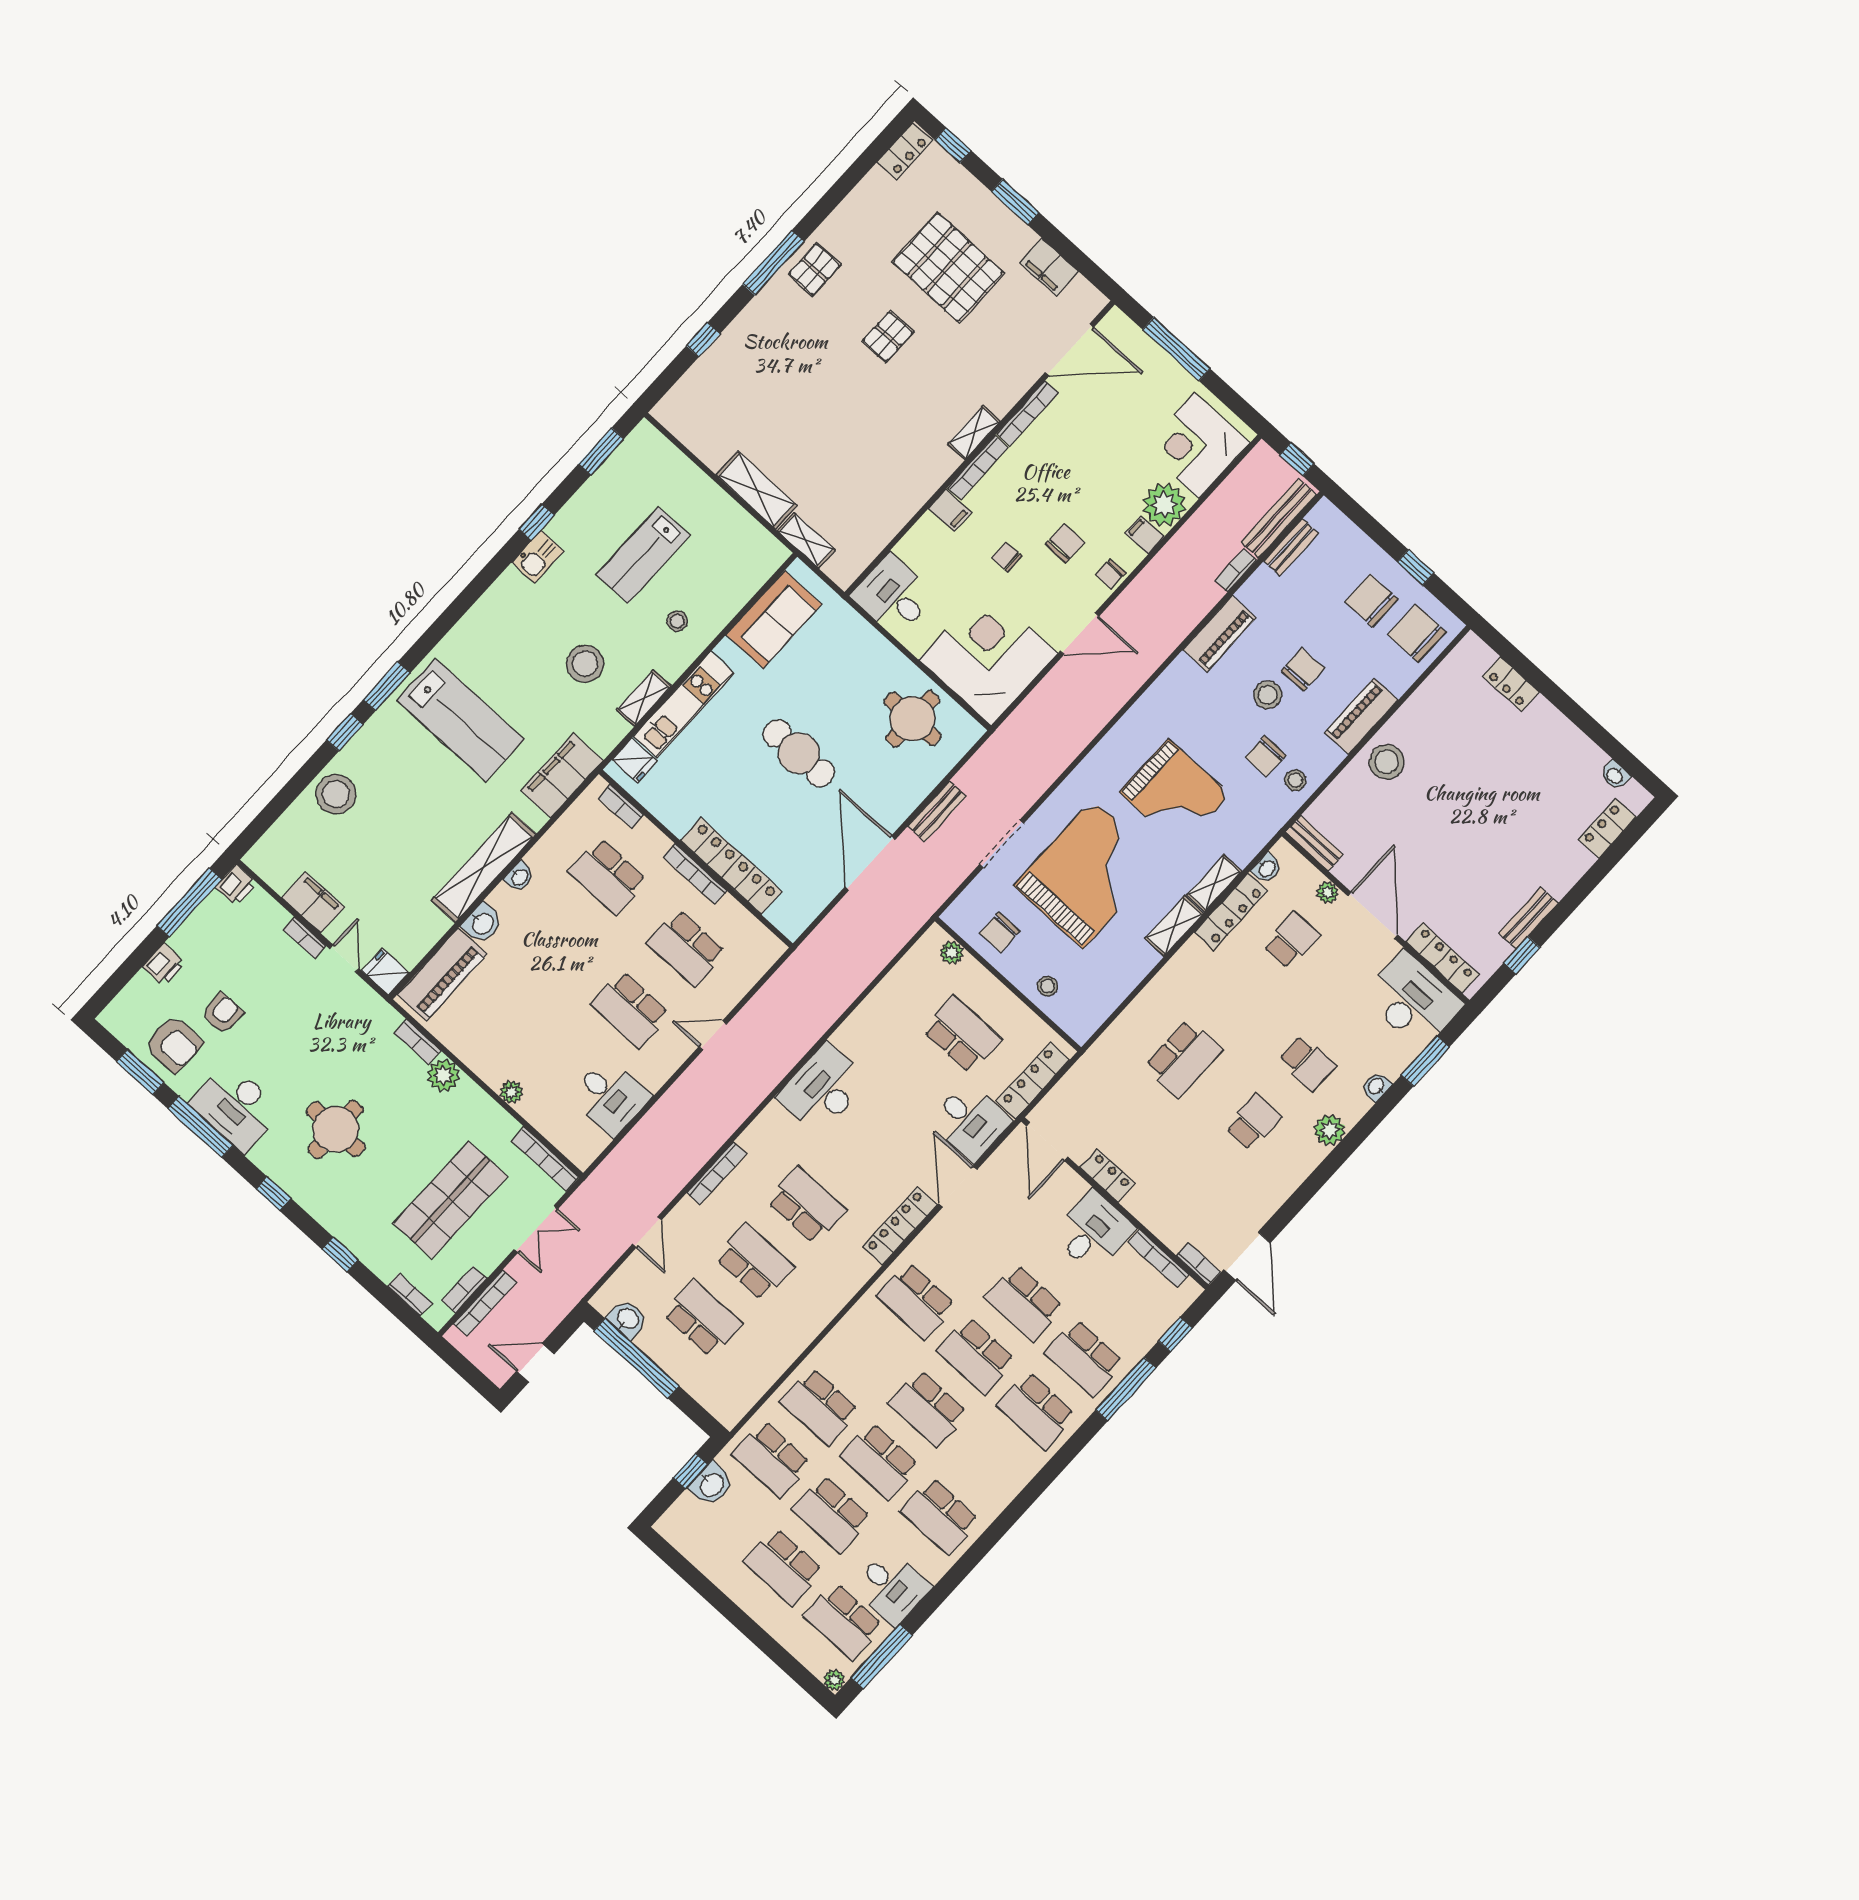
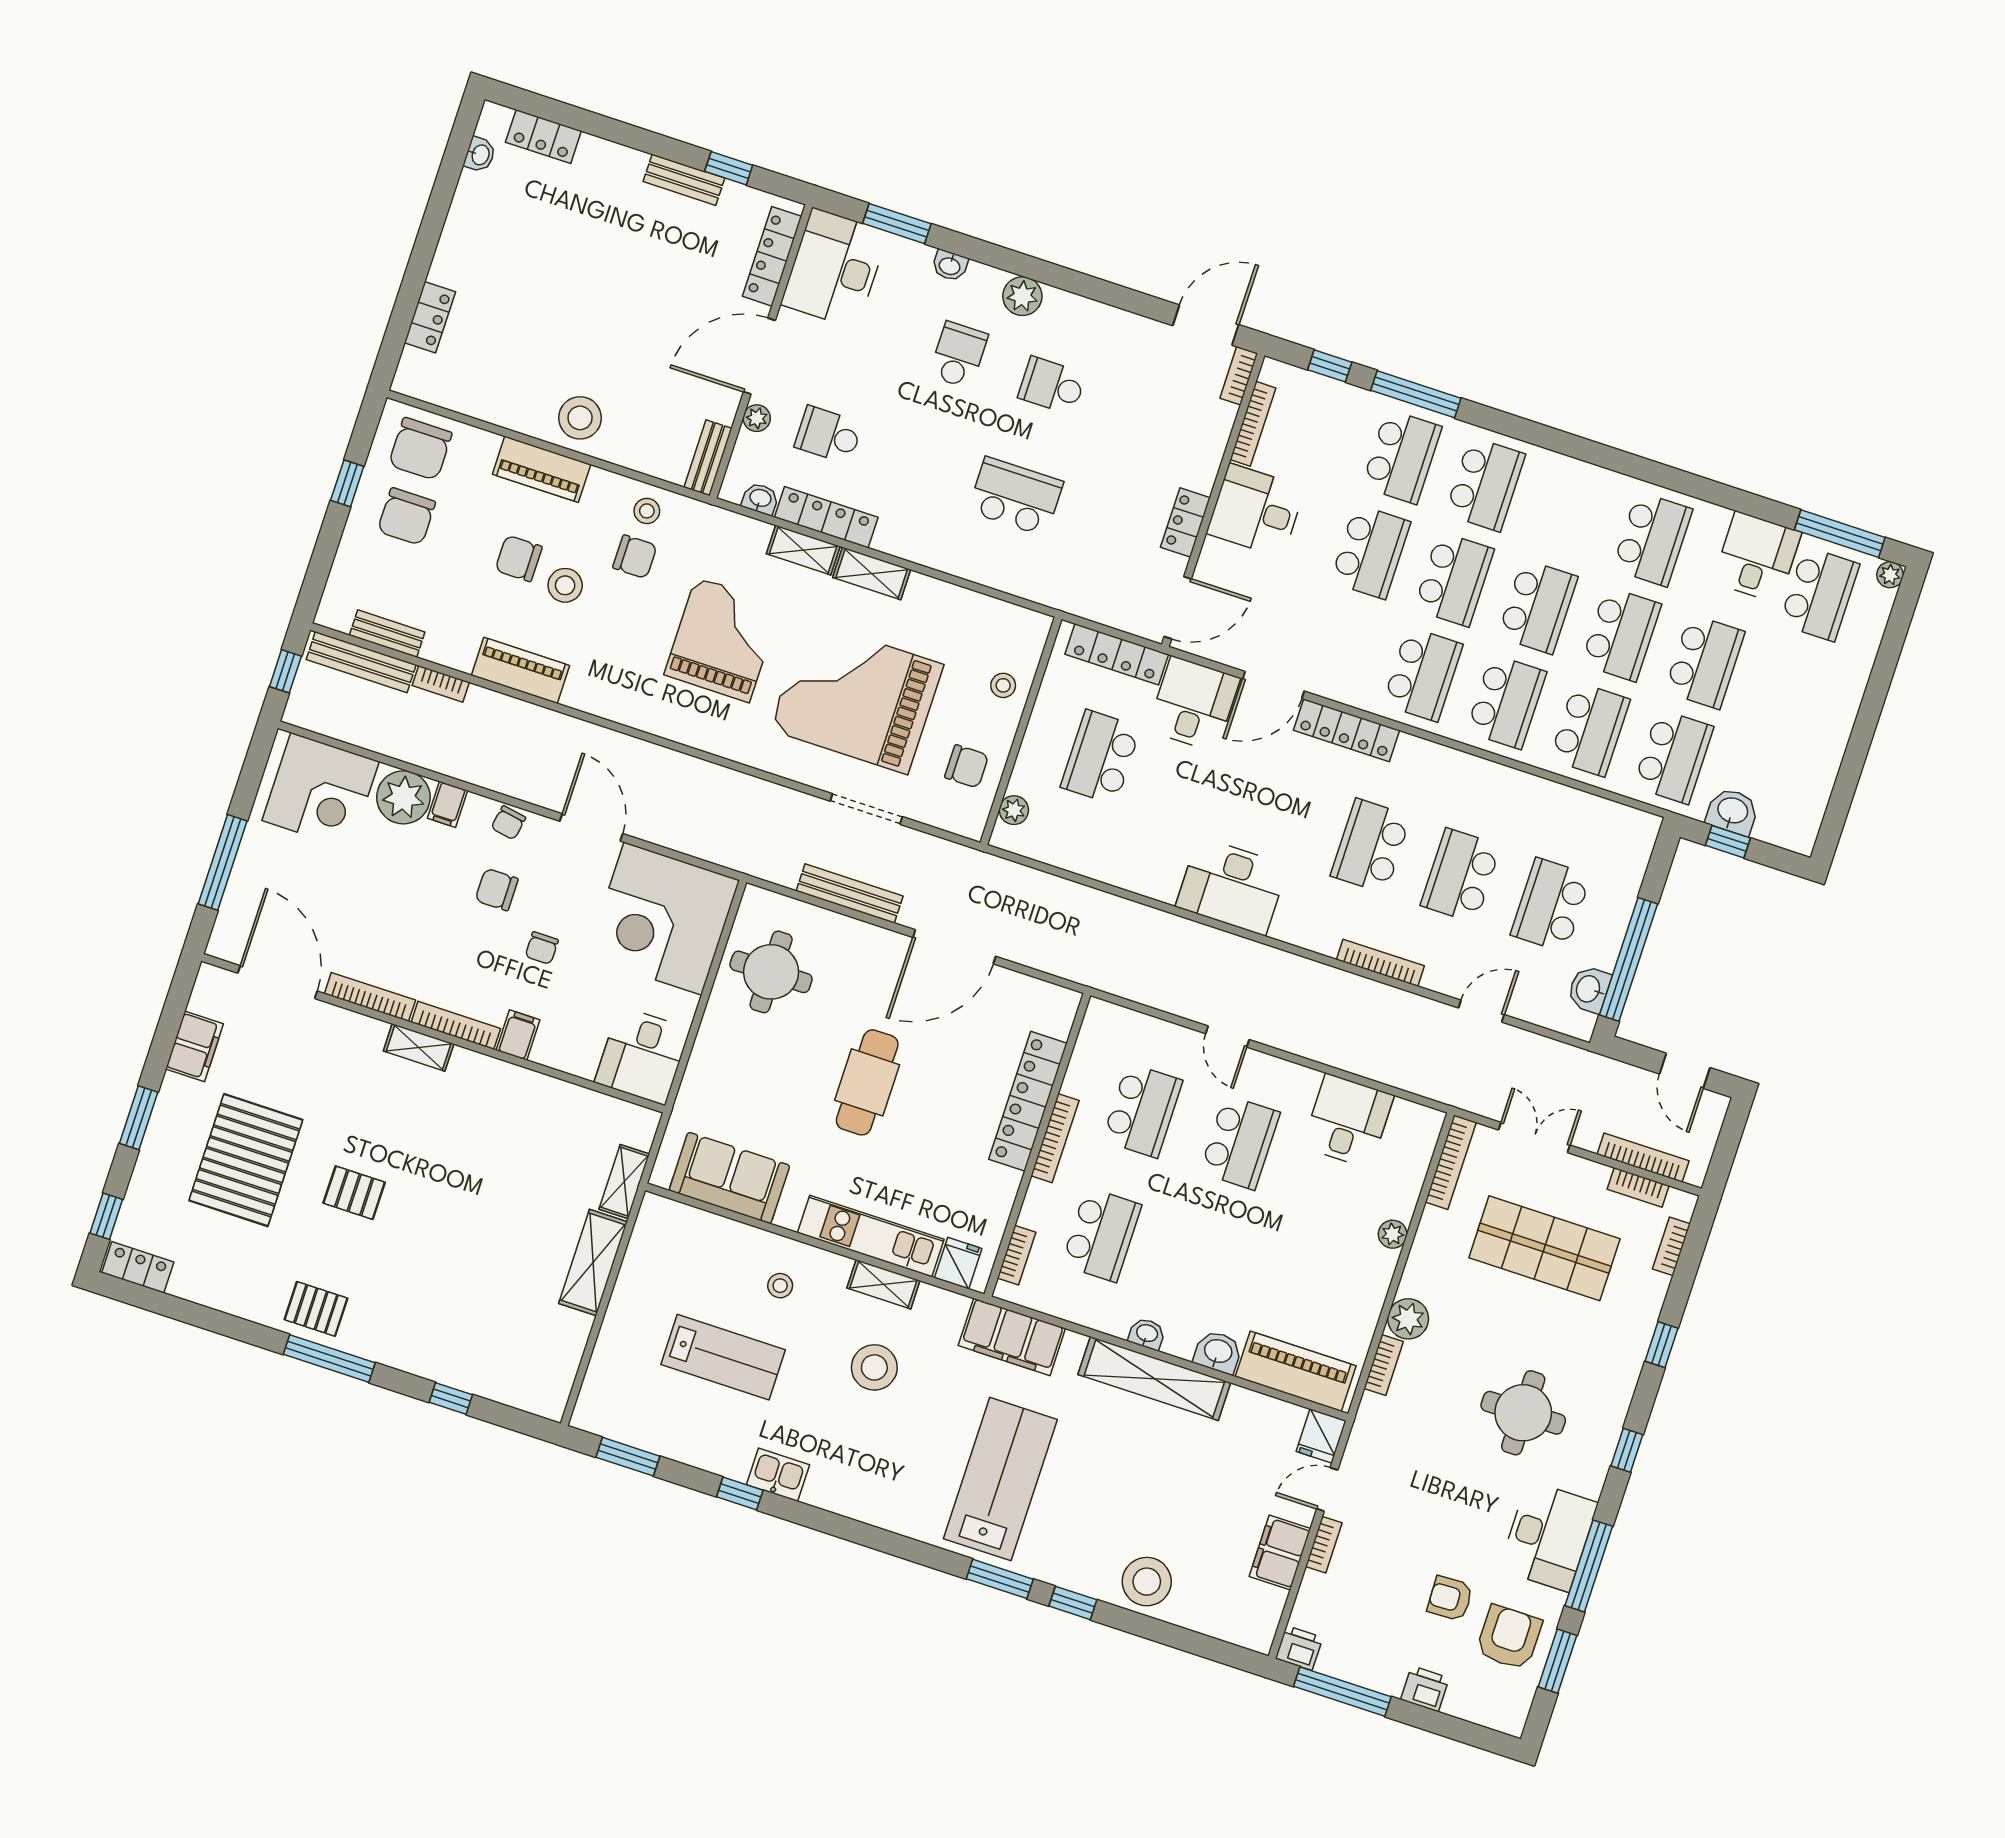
chair: (1111, 574) -> (508, 823), turned 100
bench: (937, 811) -> (850, 894), width x1.36
school desk: (784, 1567) -> (1506, 702), moved

